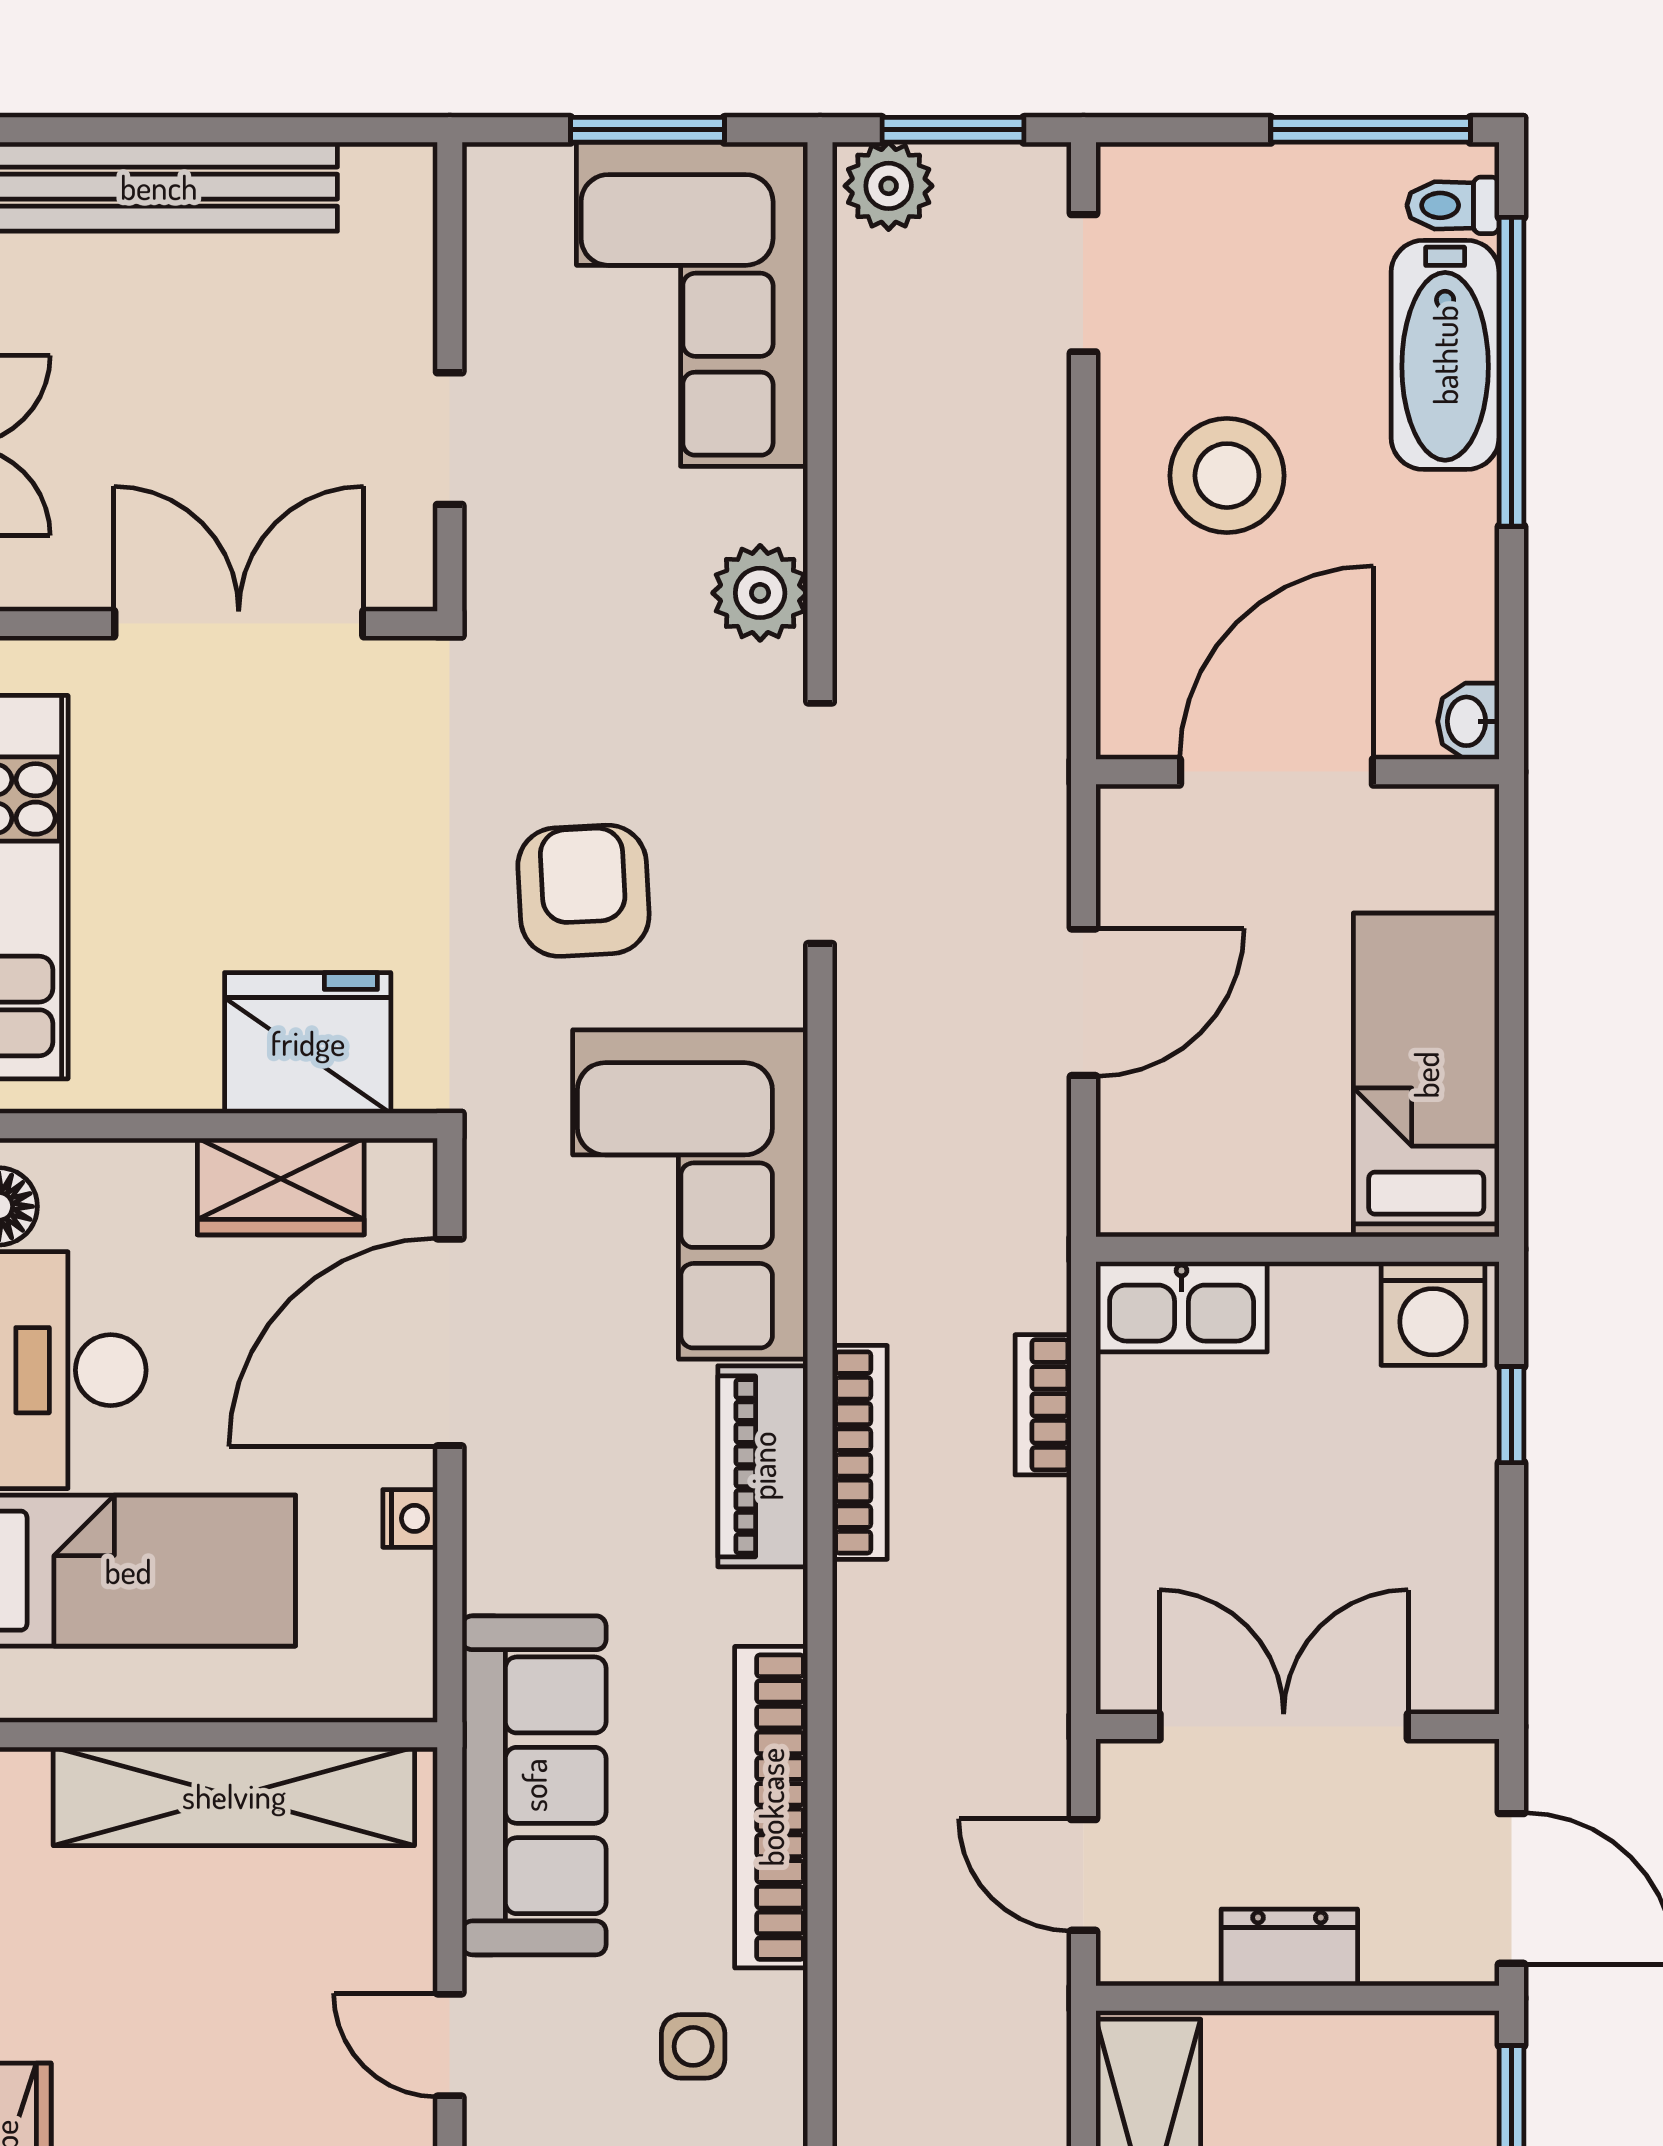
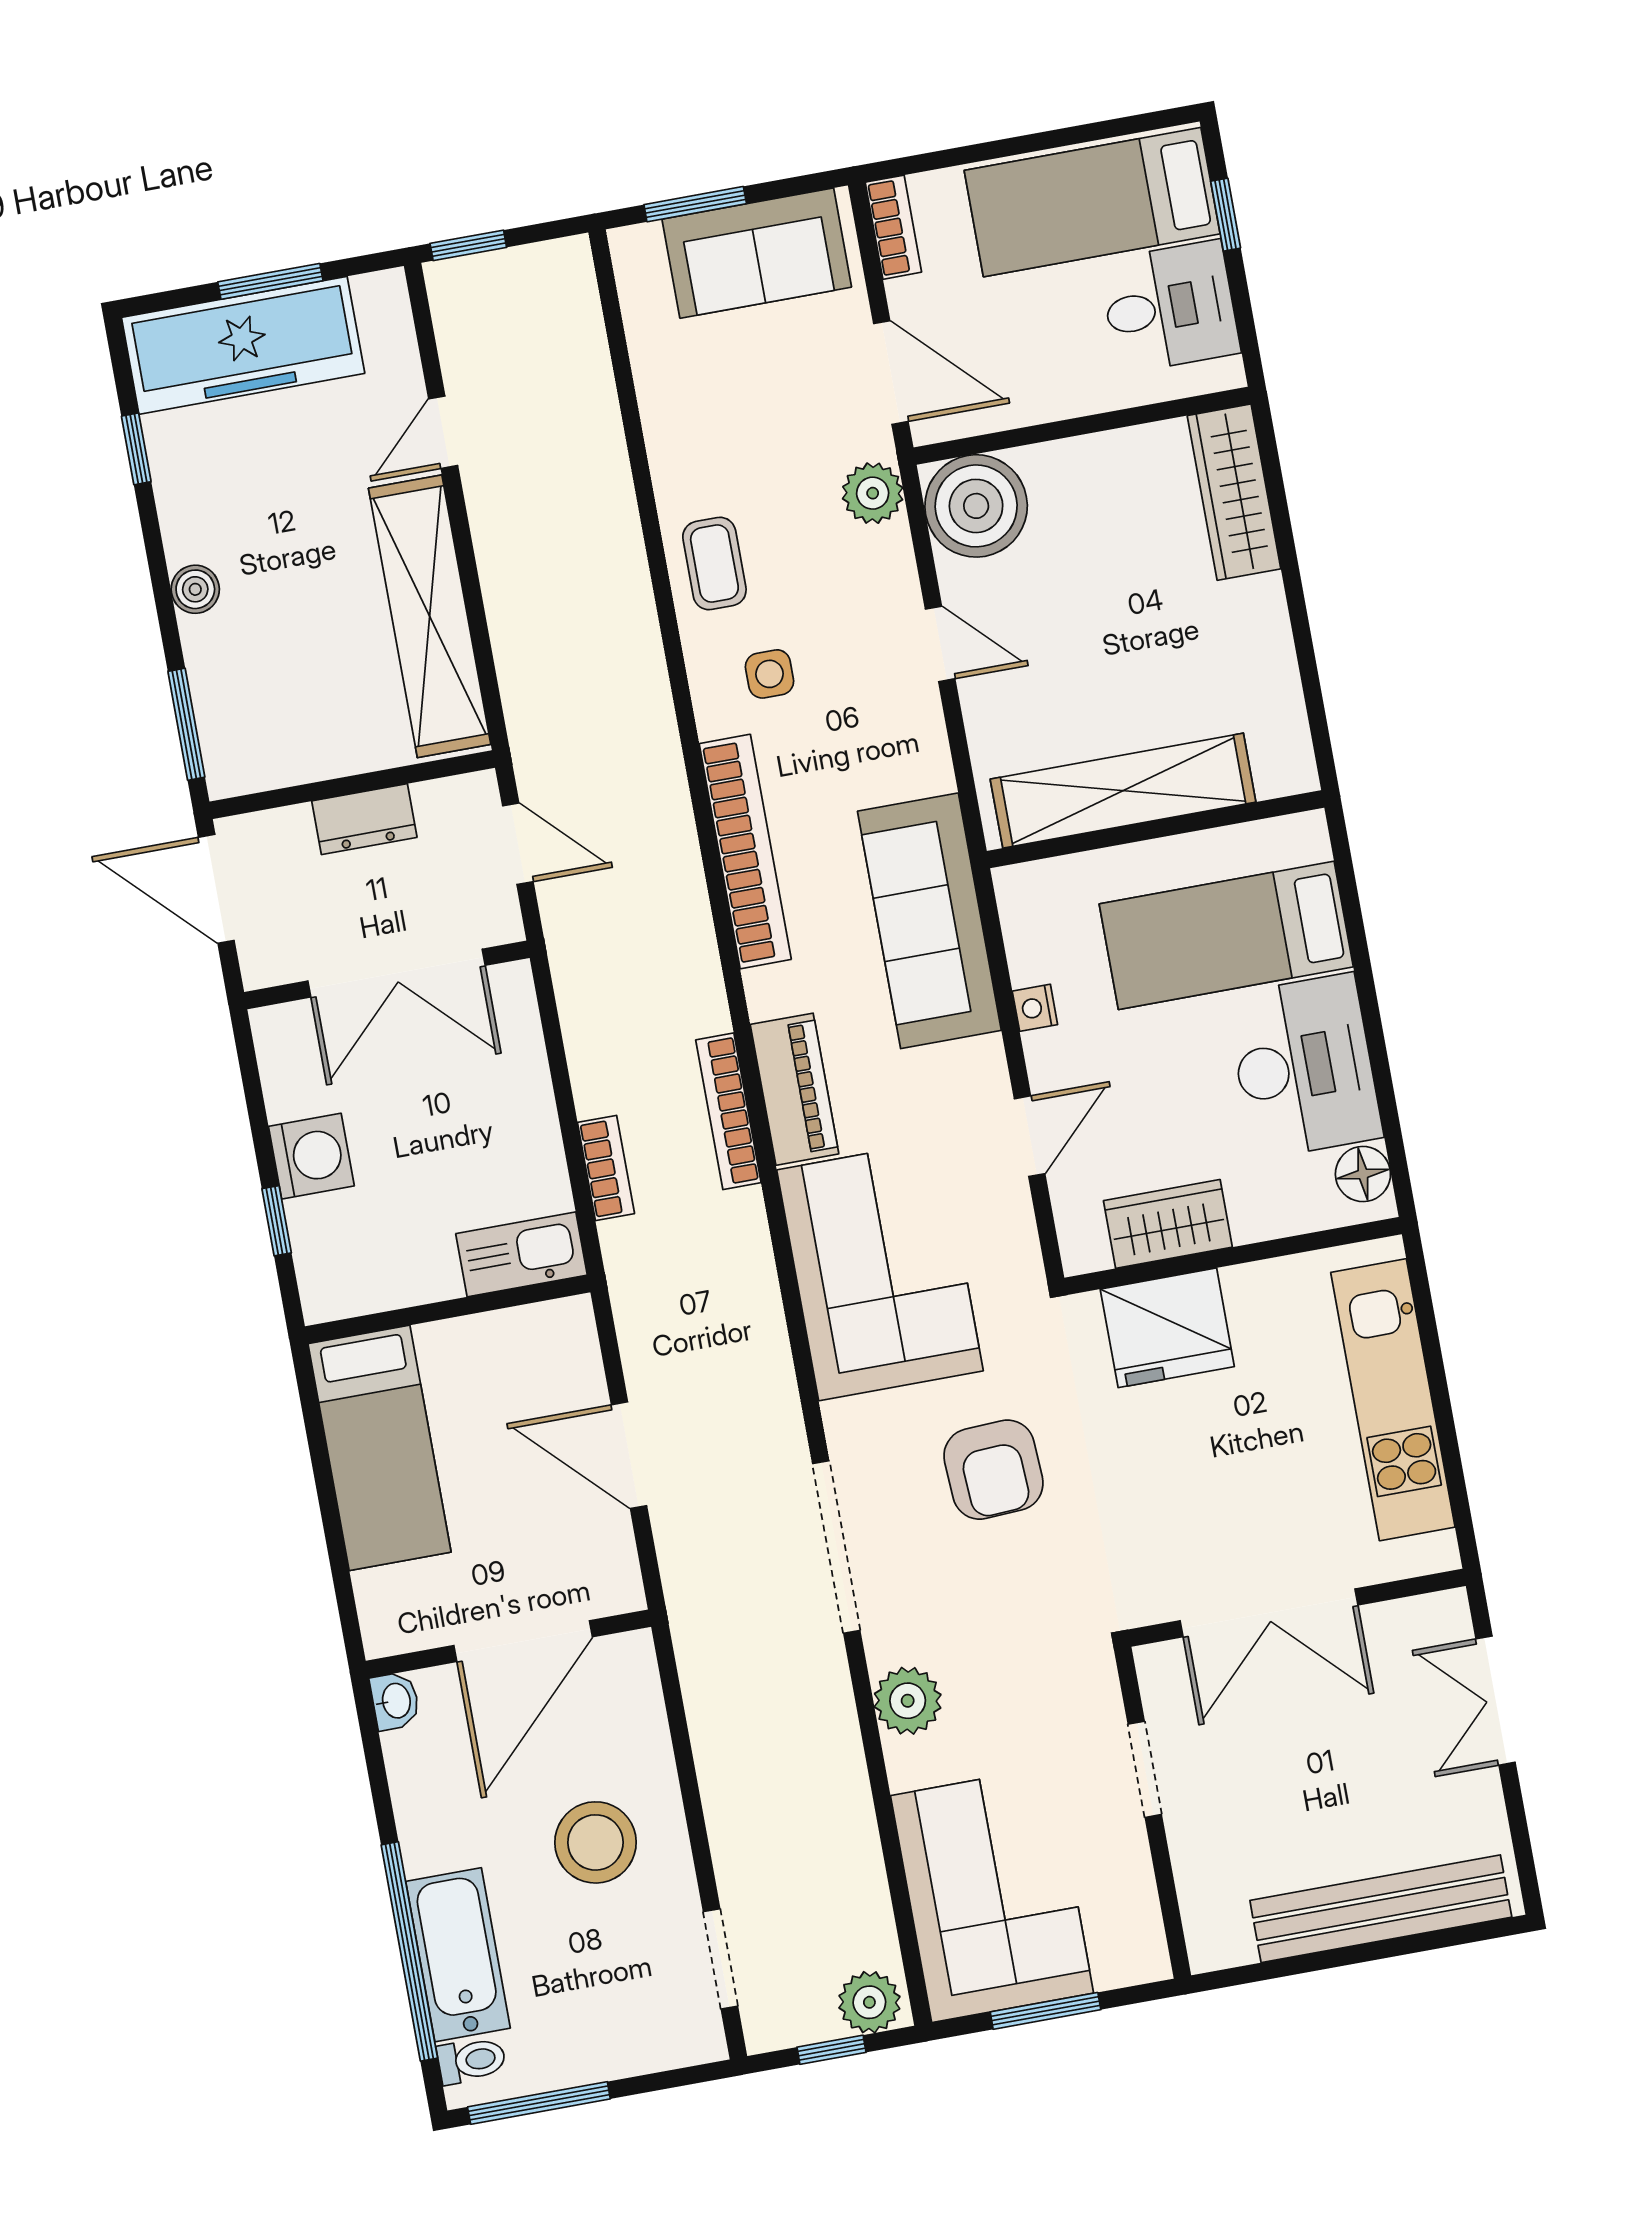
window: (953, 130) -> (831, 2050), width x0.67
door: (1083, 1002) -> (629, 1455), hinge flipped
washing machine: (1433, 1313) -> (311, 1156), moved, turned 90
door: (450, 1342) -> (1030, 1136), width x0.53
sofa: (534, 1785) -> (929, 921), moved

